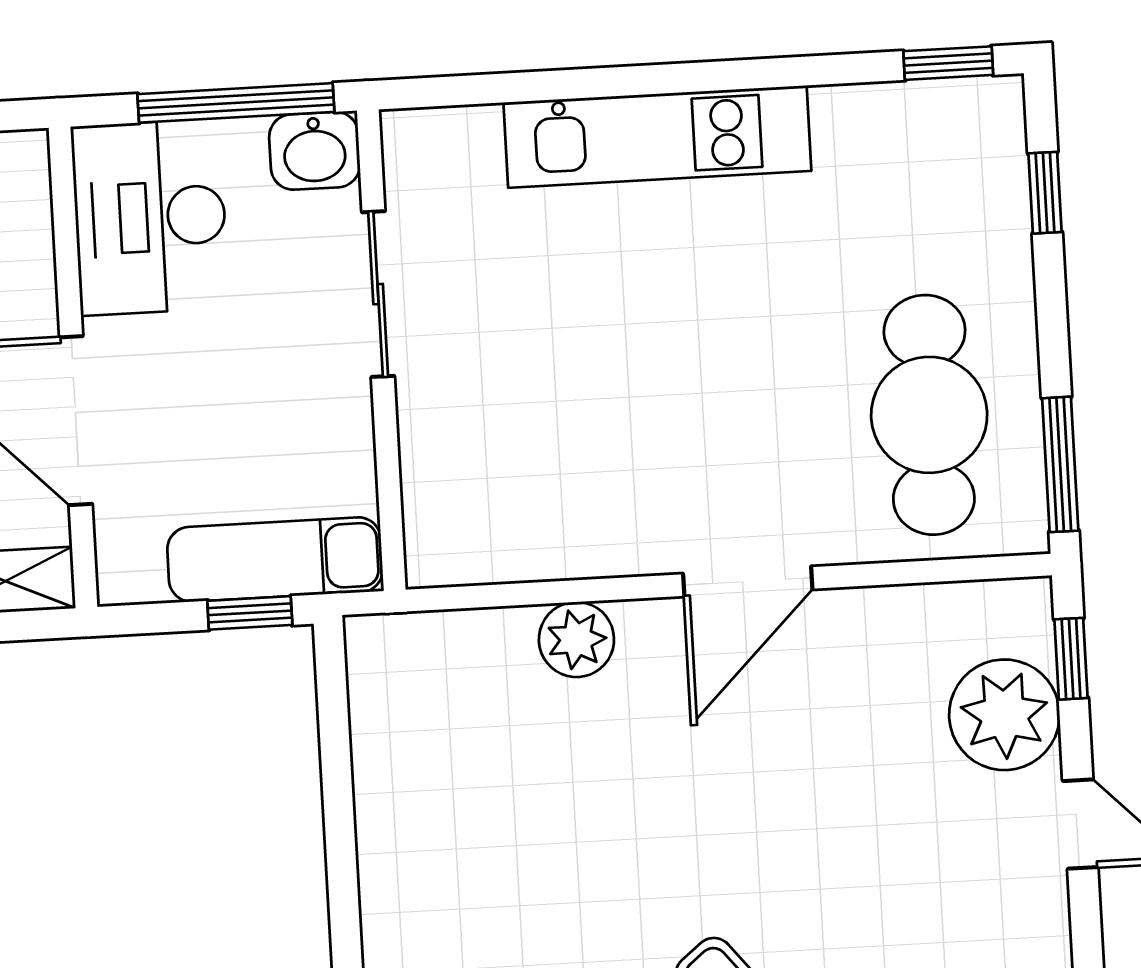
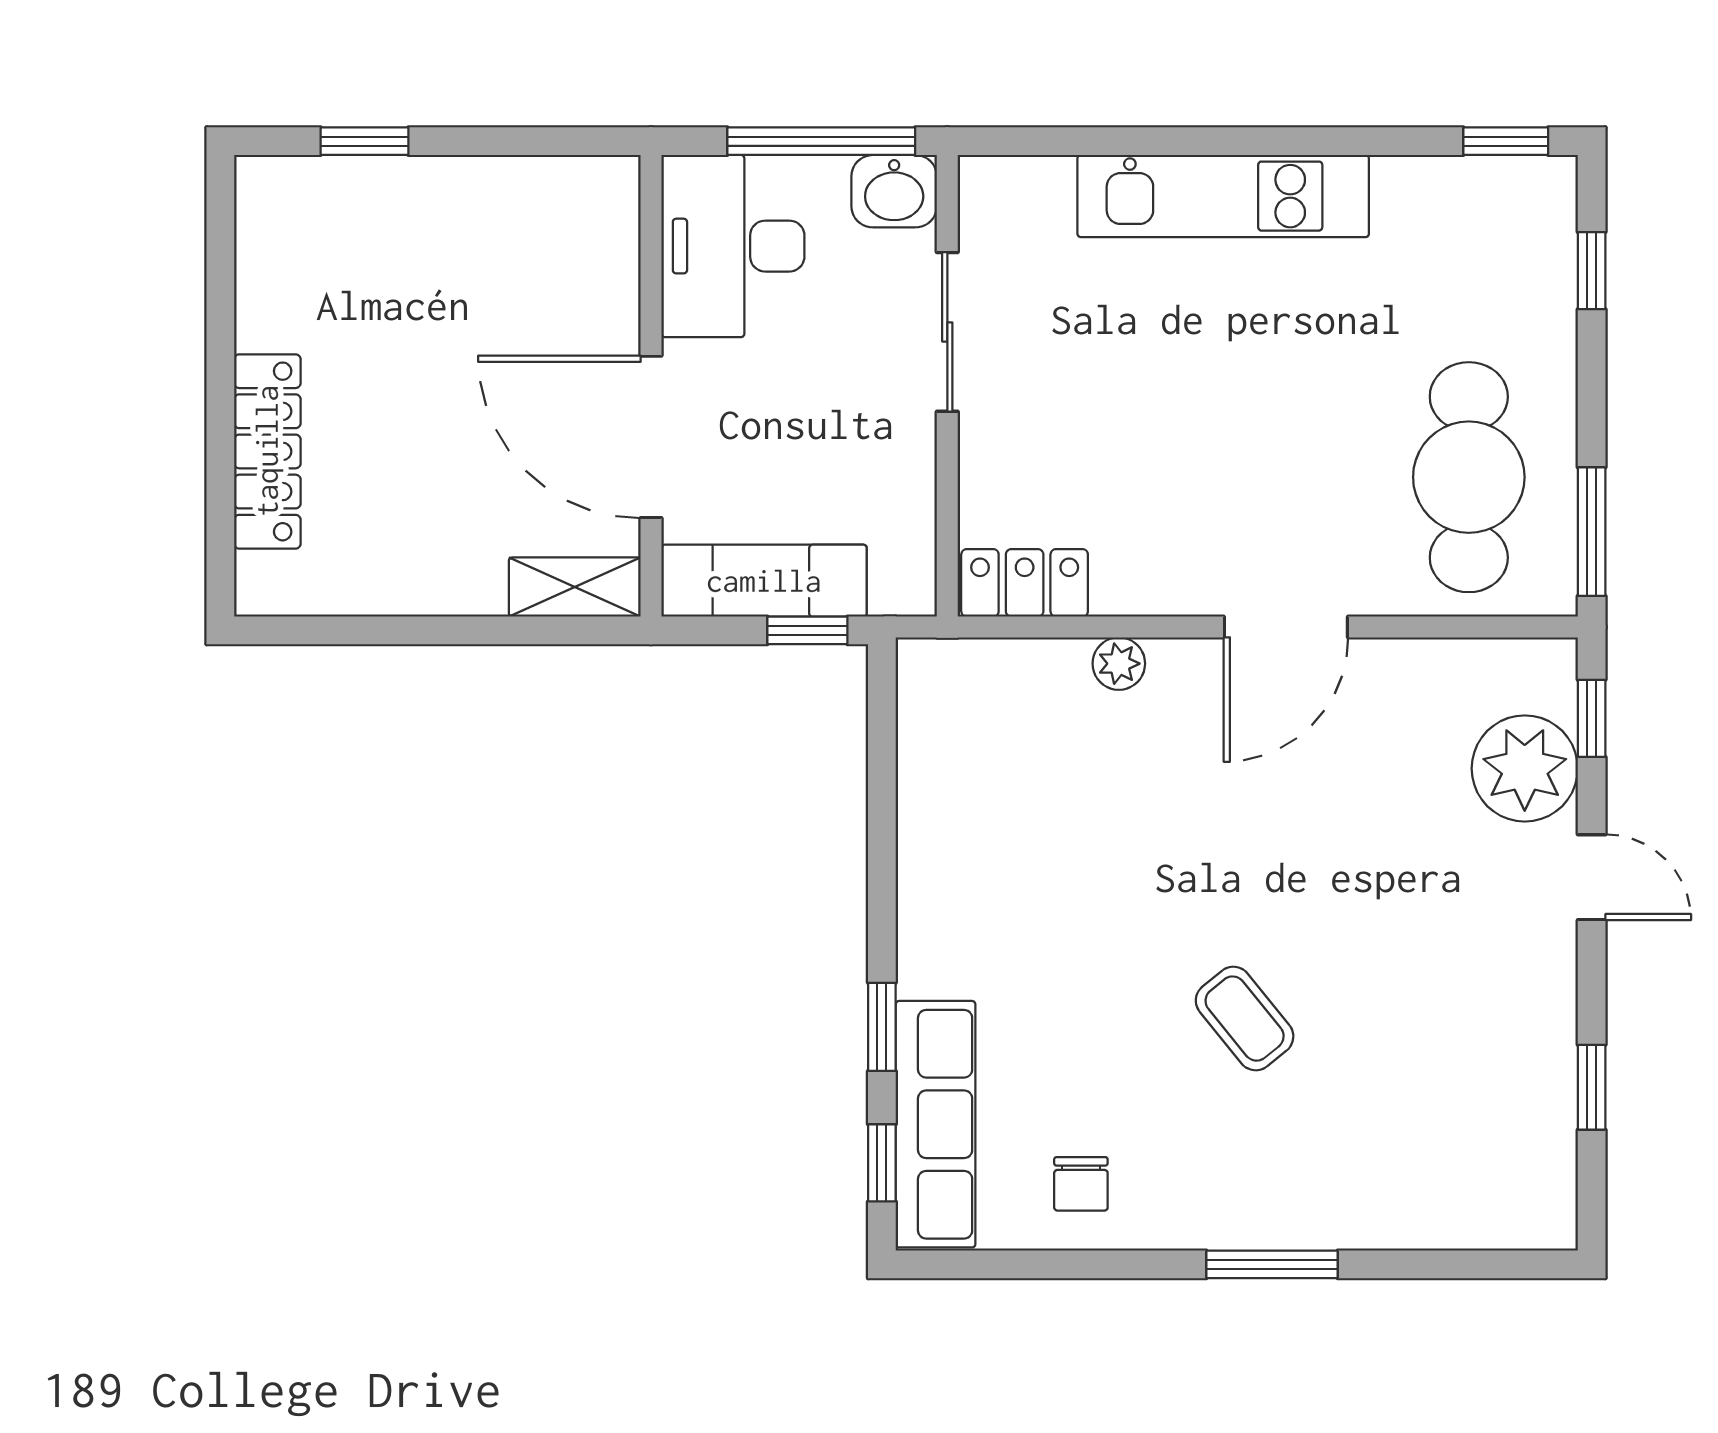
locker: (473, 551) -> (1025, 583), added
exam couch: (275, 560) -> (764, 581), moved
plant: (576, 639) -> (1119, 664), width x0.73, depth x0.73

